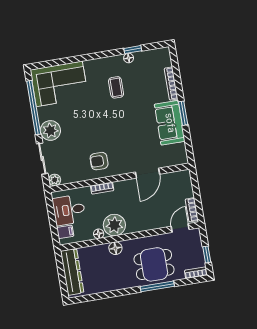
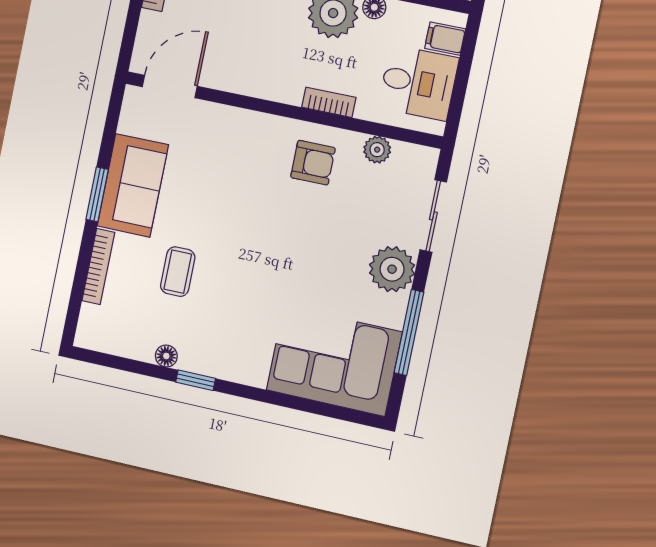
window: (133, 50) -> (196, 380), moved
coffee table: (116, 87) -> (178, 272), moved
window: (34, 108) -> (409, 332), width x0.68
door: (148, 173) -> (170, 86), moved
plant: (55, 180) -> (377, 150), moved

